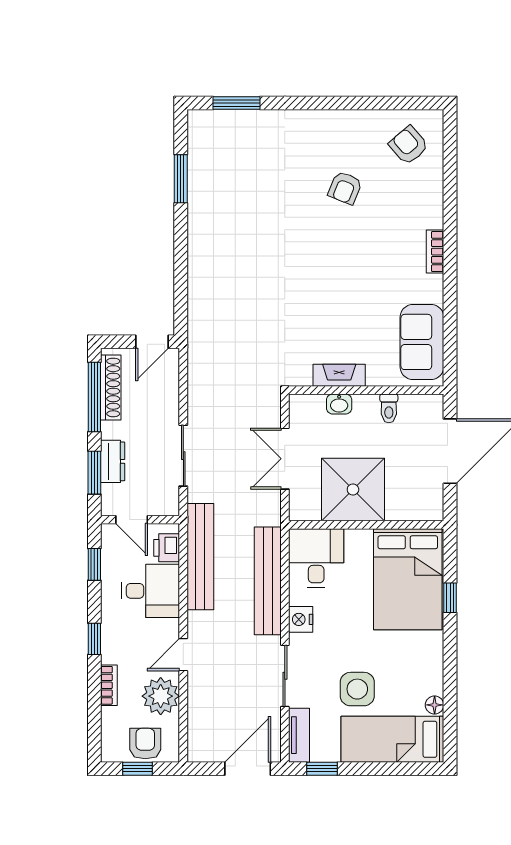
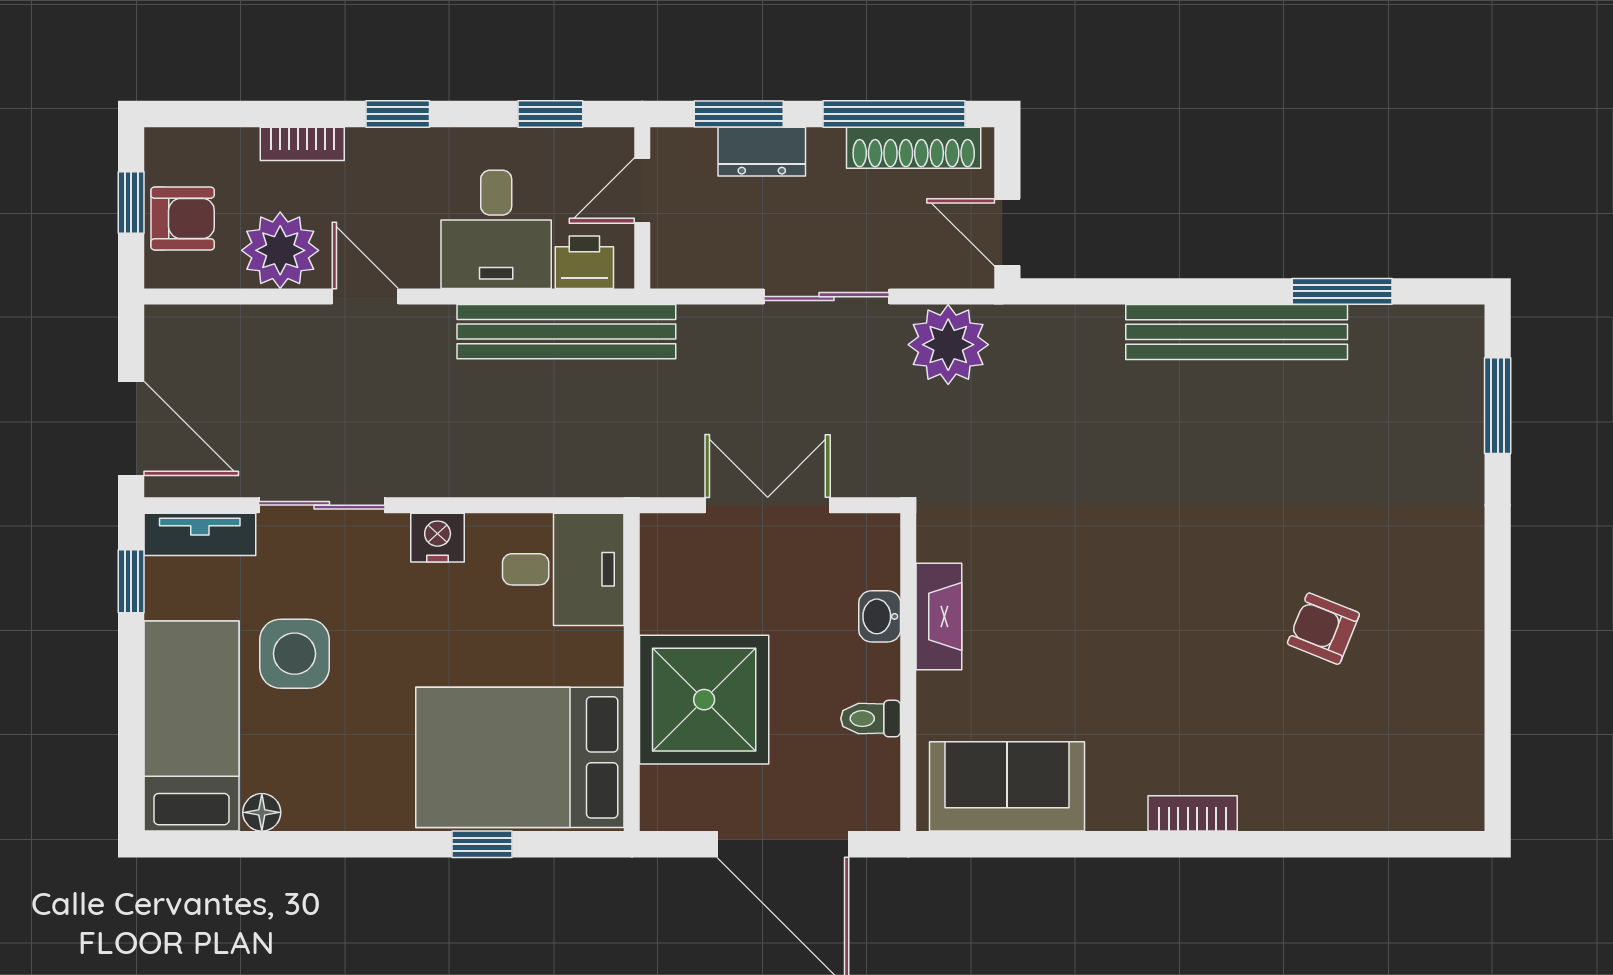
armchair: (409, 145) -> (1411, 759), removed
plant: (207, 371) -> (948, 345), added
sliding door: (183, 456) -> (827, 297), moved
shower: (353, 490) -> (704, 700), moved
bench: (268, 581) -> (1237, 332), moved

